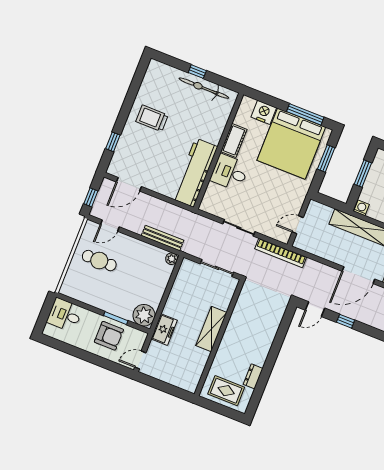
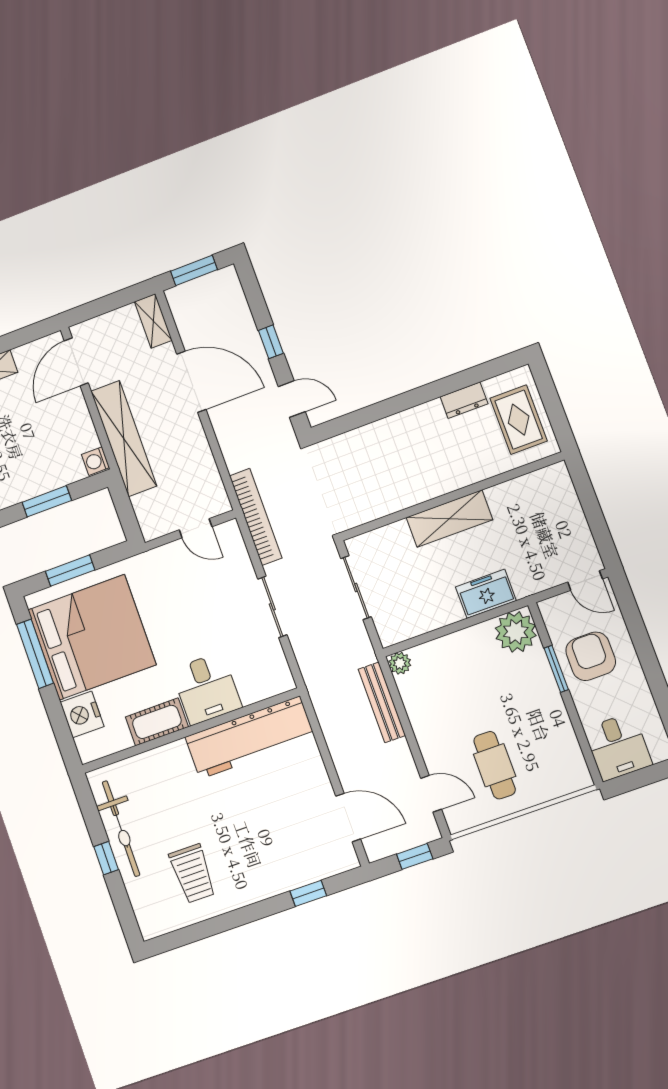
trolley: (152, 118) -> (193, 874), moved
freezer: (164, 330) -> (486, 594), moved

